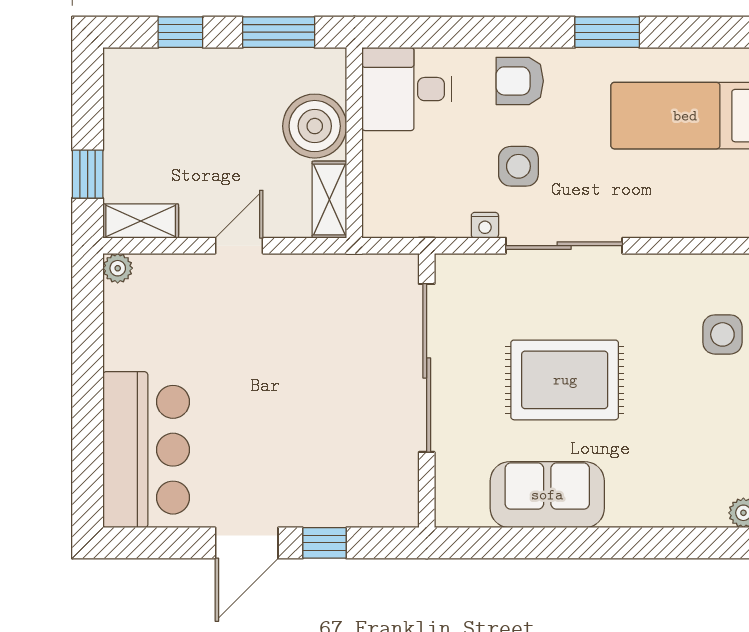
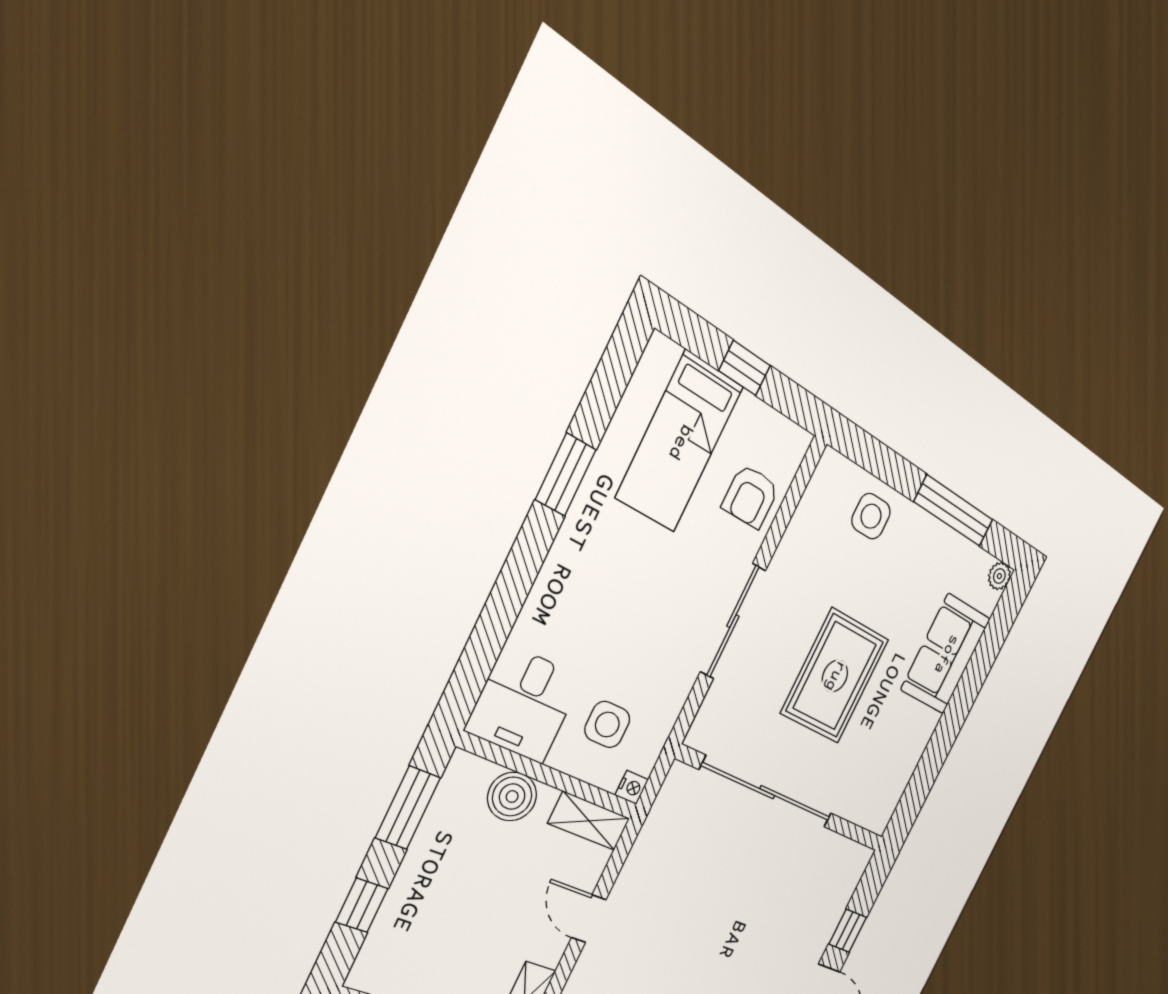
armchair: (520, 81) -> (751, 496), moved
boiler: (315, 126) -> (512, 797), width x0.73, depth x0.73
side table: (518, 166) -> (607, 724), moved
nightstand: (485, 225) -> (632, 787), moved
sofa: (547, 495) -> (946, 654), moved

